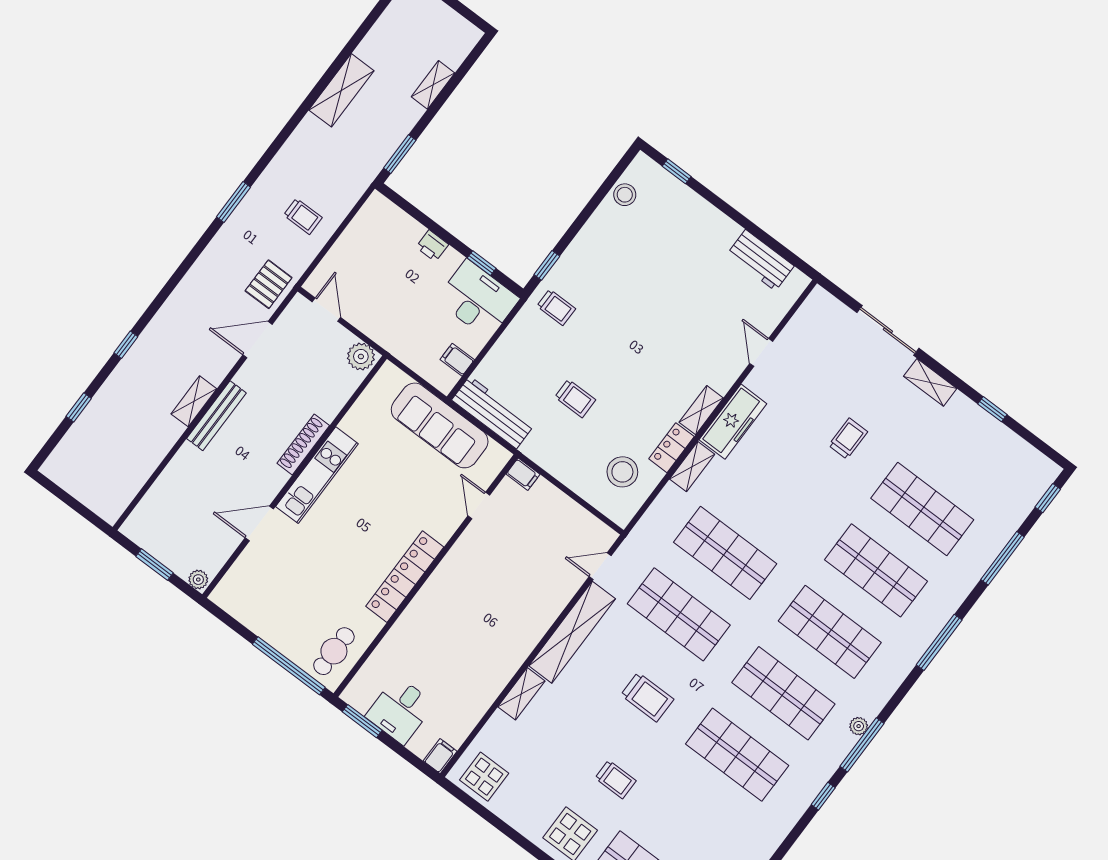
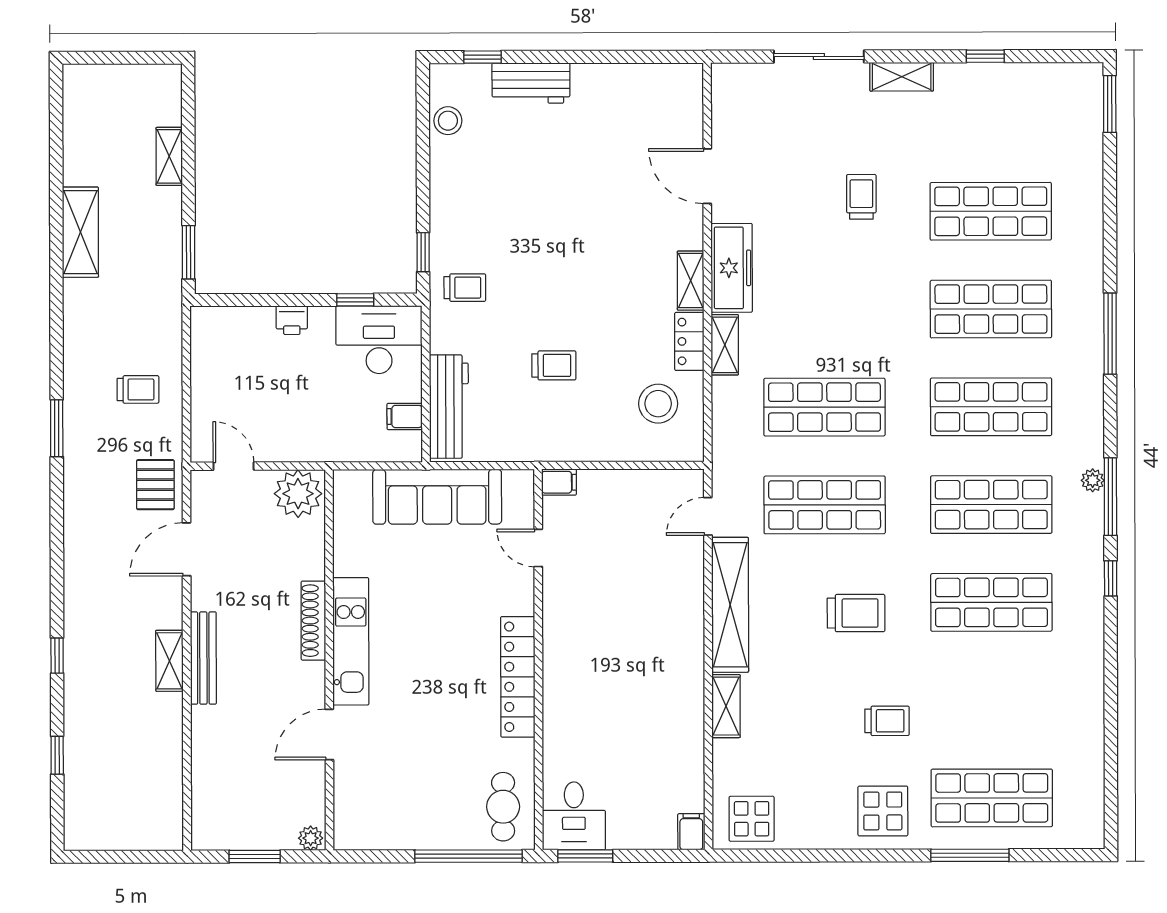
workbench: (760, 260) -> (531, 83), moved
door: (761, 352) -> (707, 176), width x1.38
plant: (361, 357) -> (298, 494), width x1.36, depth x1.36
workbench: (493, 412) -> (449, 407), moved, turned 90
window: (1048, 498) -> (1110, 104), width x1.50
window: (1003, 558) -> (1110, 200), removed
desk: (400, 710) -> (574, 816), moved

